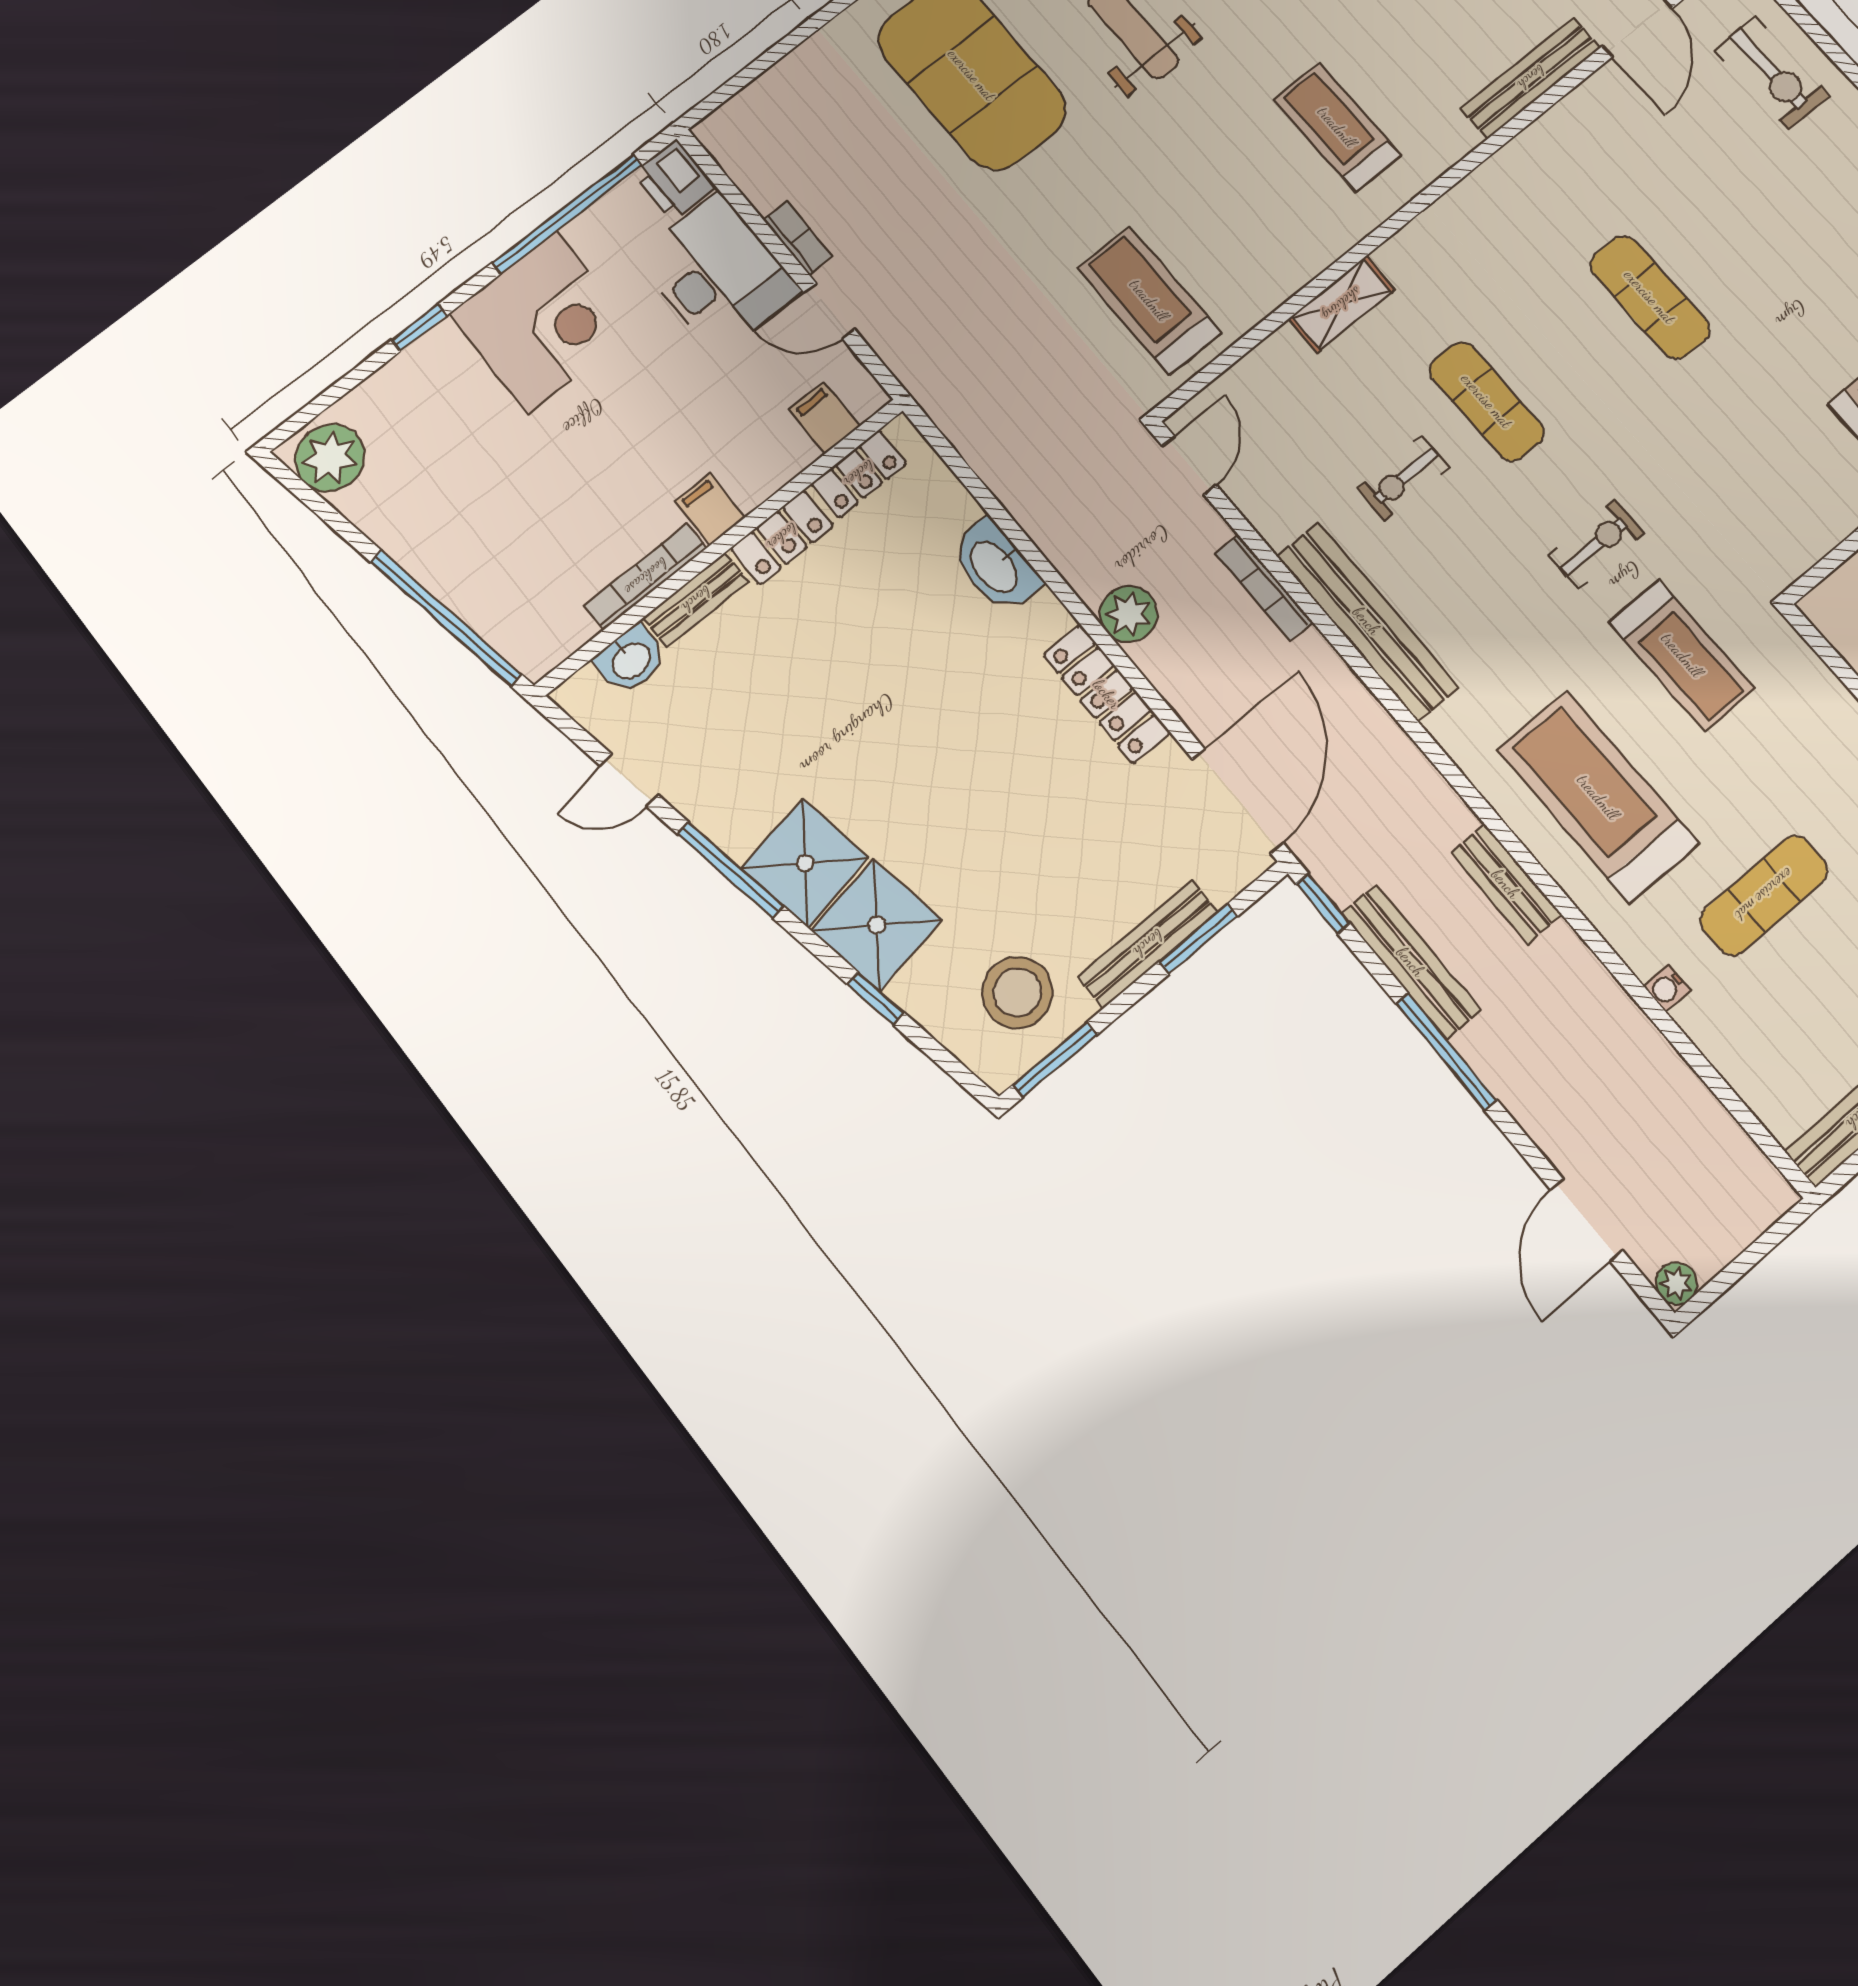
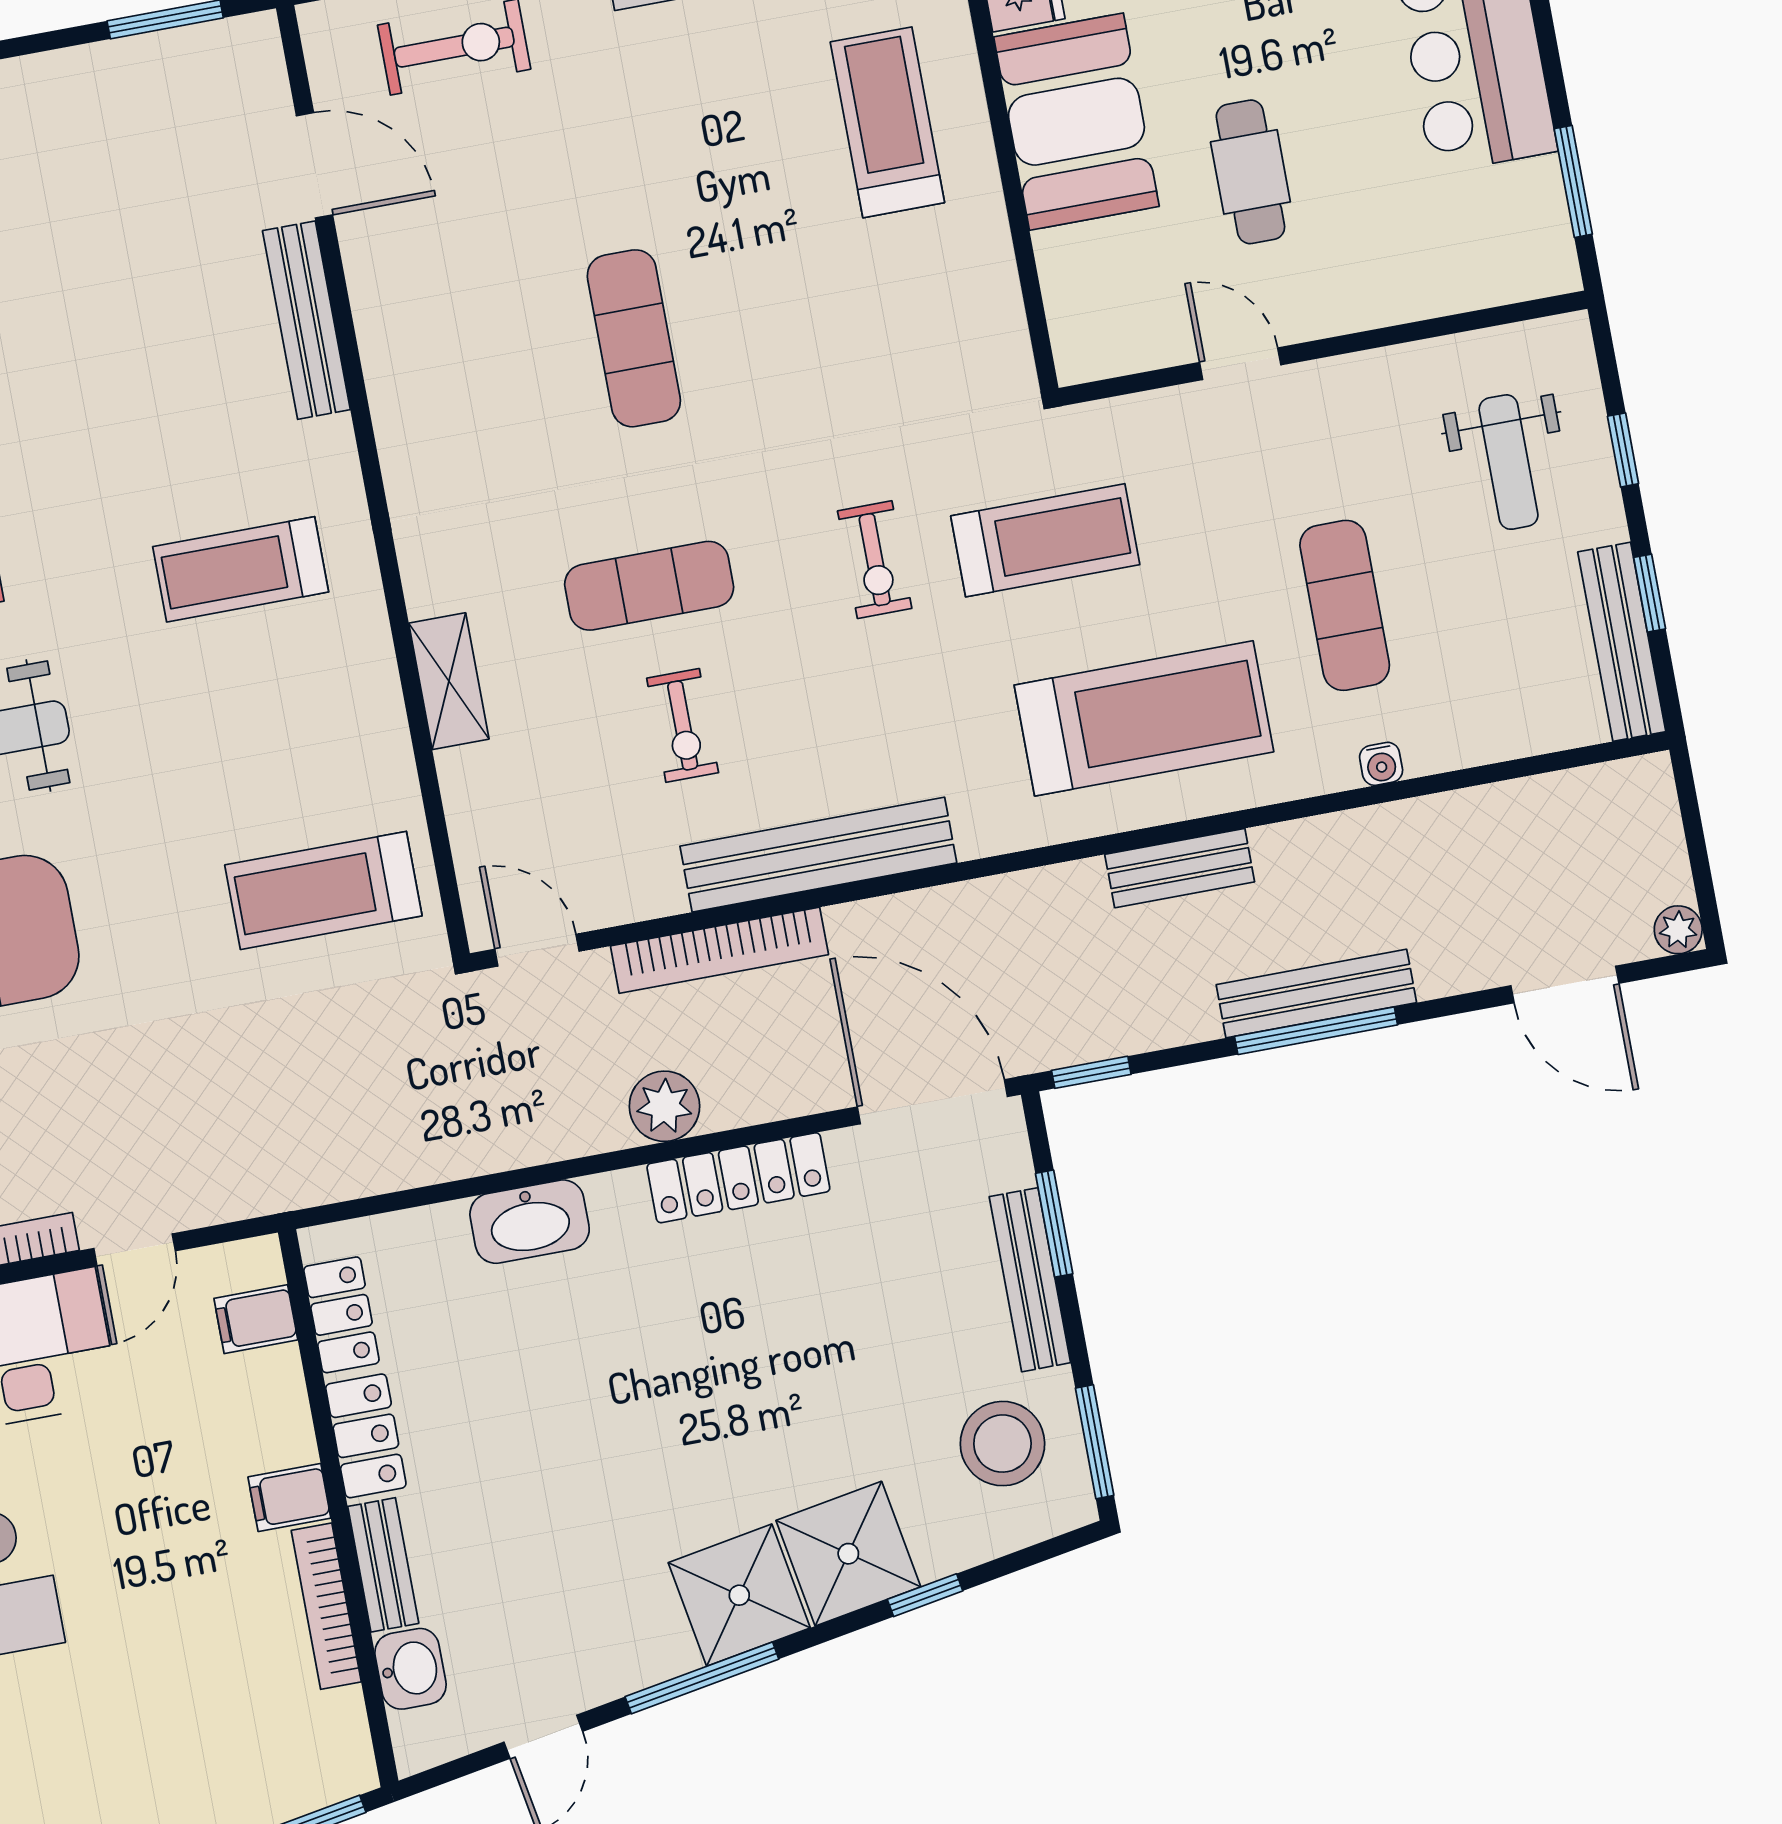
exercise mat: (1650, 297) -> (634, 338), turned 90
exercise bike: (1597, 544) -> (875, 560), turned 180
bookcase: (1264, 588) -> (719, 950), width x1.48, depth x1.31
treadmill: (1598, 797) -> (1144, 718), turned 180
bench: (1411, 962) -> (1316, 994), moved

